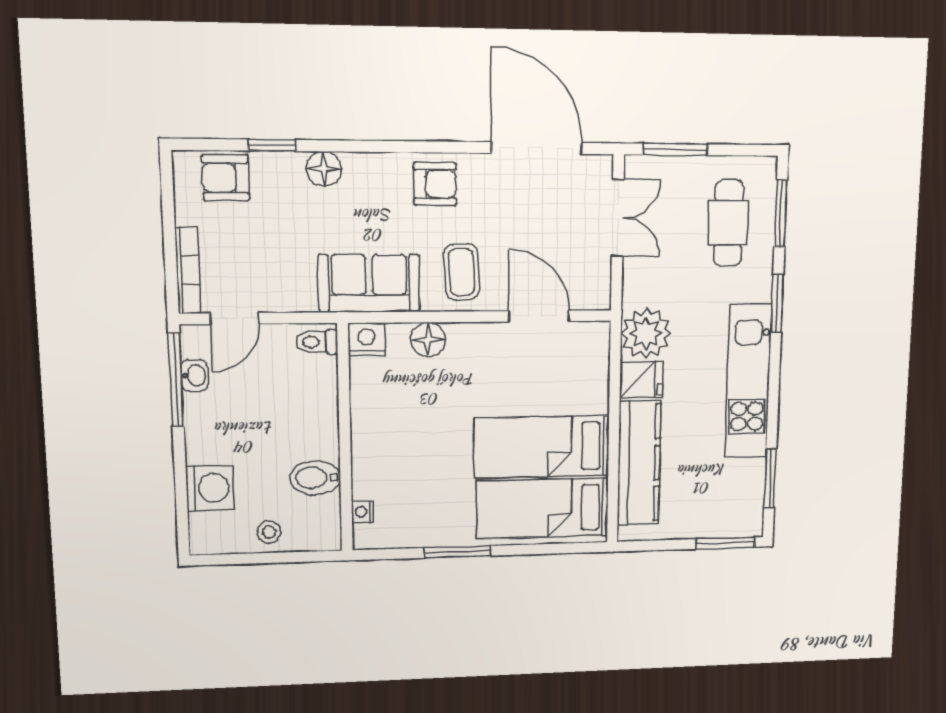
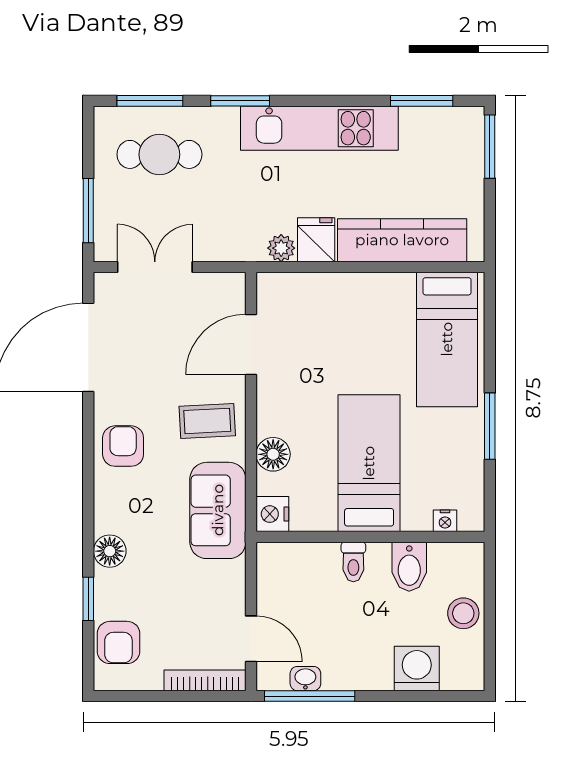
plant: (646, 333) -> (281, 248), width x0.53, depth x0.53
toilet: (317, 342) -> (353, 562), moved
bed: (542, 447) -> (369, 463), moved, turned 180
stool: (269, 532) -> (463, 613), width x1.37, depth x1.37

